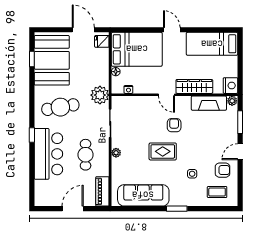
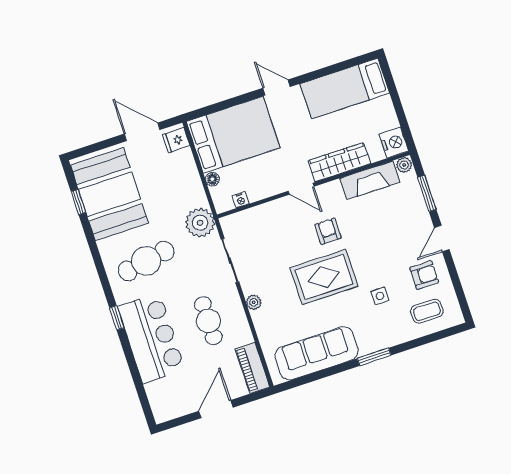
rug: (163, 151) -> (324, 277), width x1.36, depth x1.43

